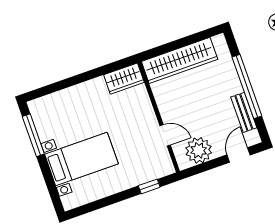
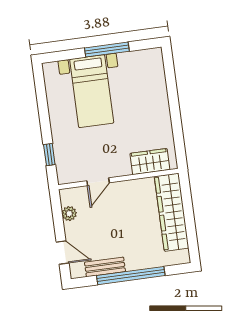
wardrobe: (124, 79) -> (150, 162), moved, turned 90
window: (33, 135) -> (107, 50), moved
plant: (199, 150) -> (69, 214), width x0.53, depth x0.53

